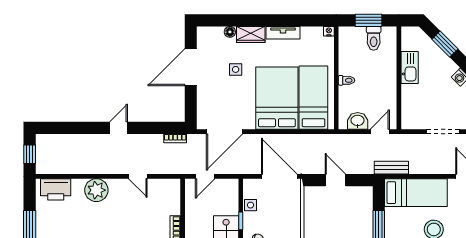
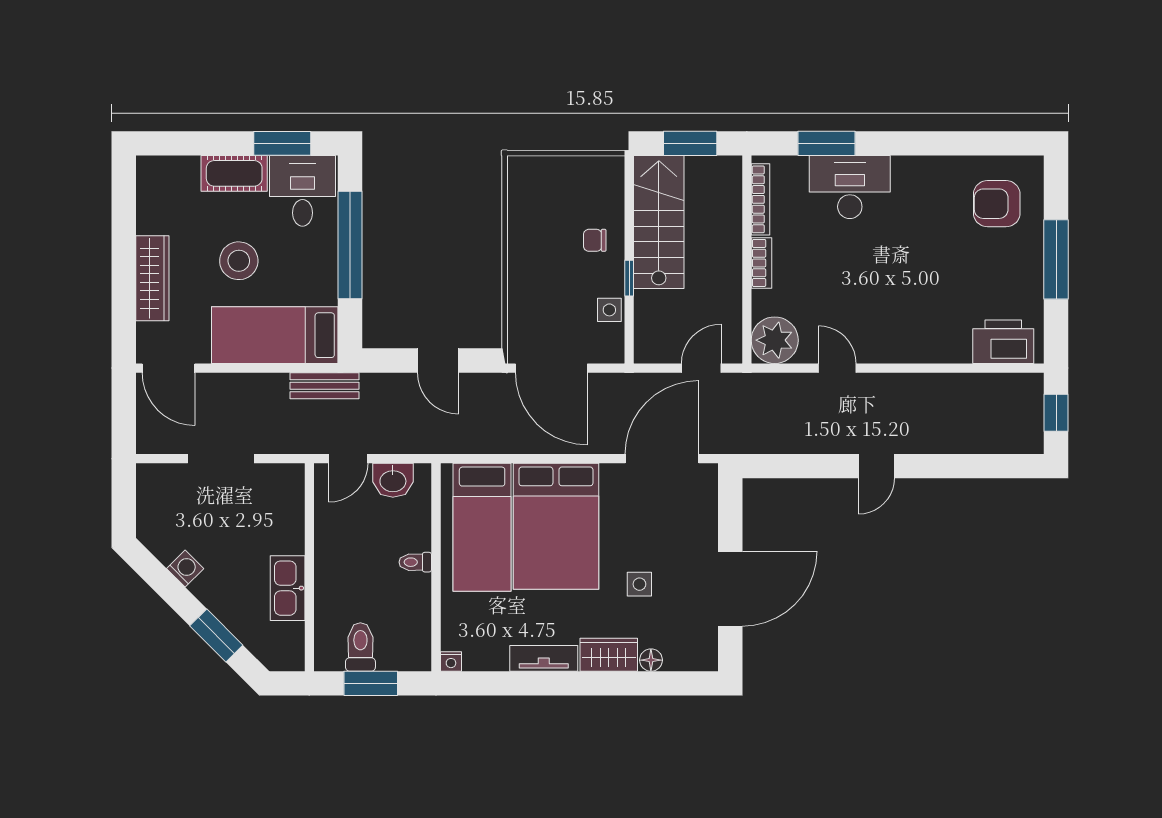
bookcase: (175, 138) -> (762, 445), removed
plant: (96, 190) -> (775, 340), moved

